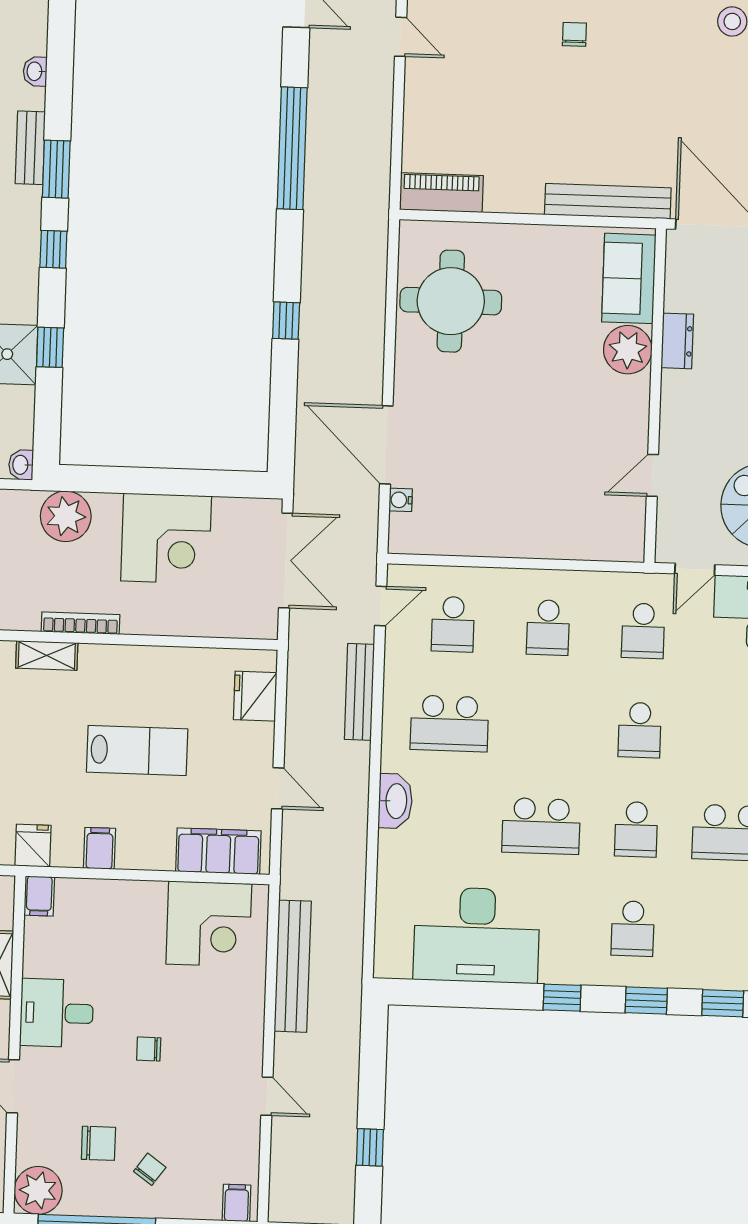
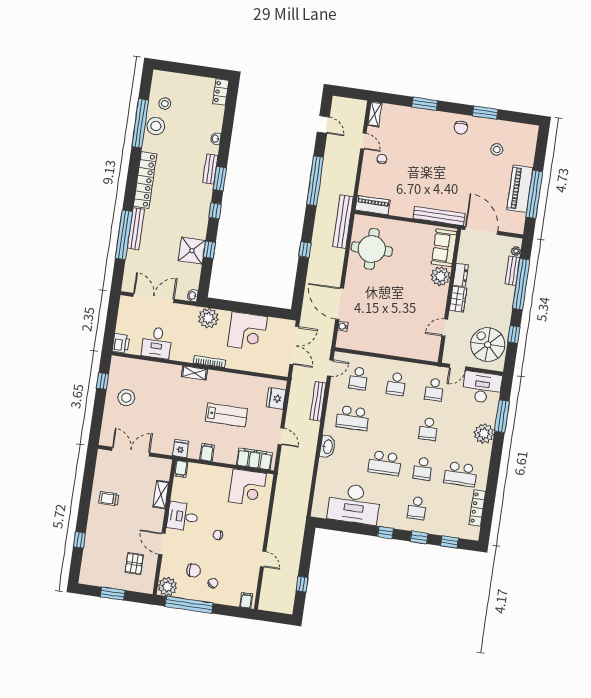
chair: (574, 34) -> (382, 159), moved
wardrobe: (677, 401) -> (458, 299), added
bench: (293, 966) -> (343, 222), moved

